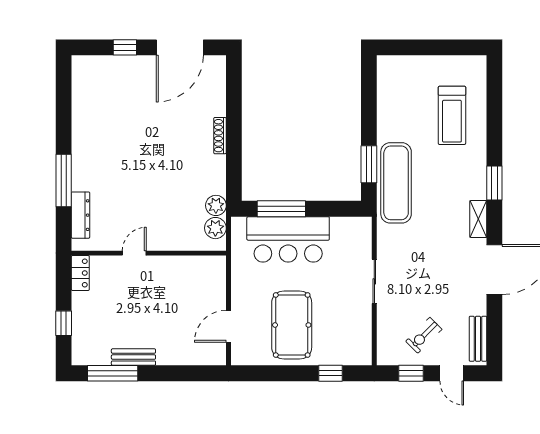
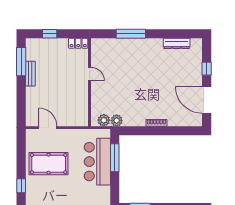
dresser: (80, 215) -> (177, 43), moved

